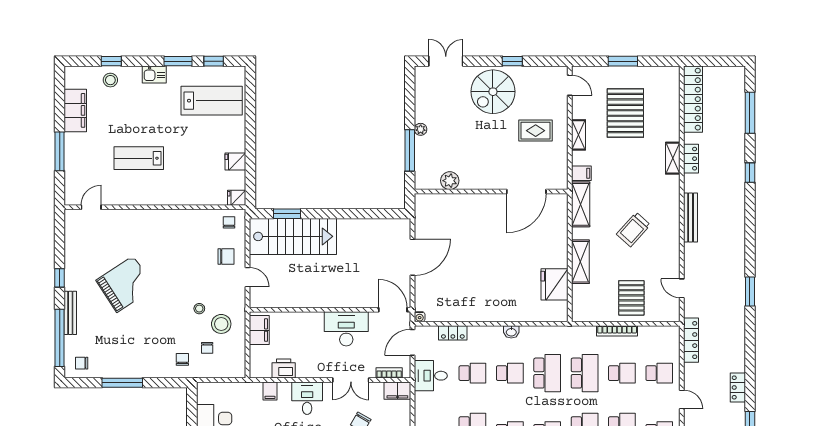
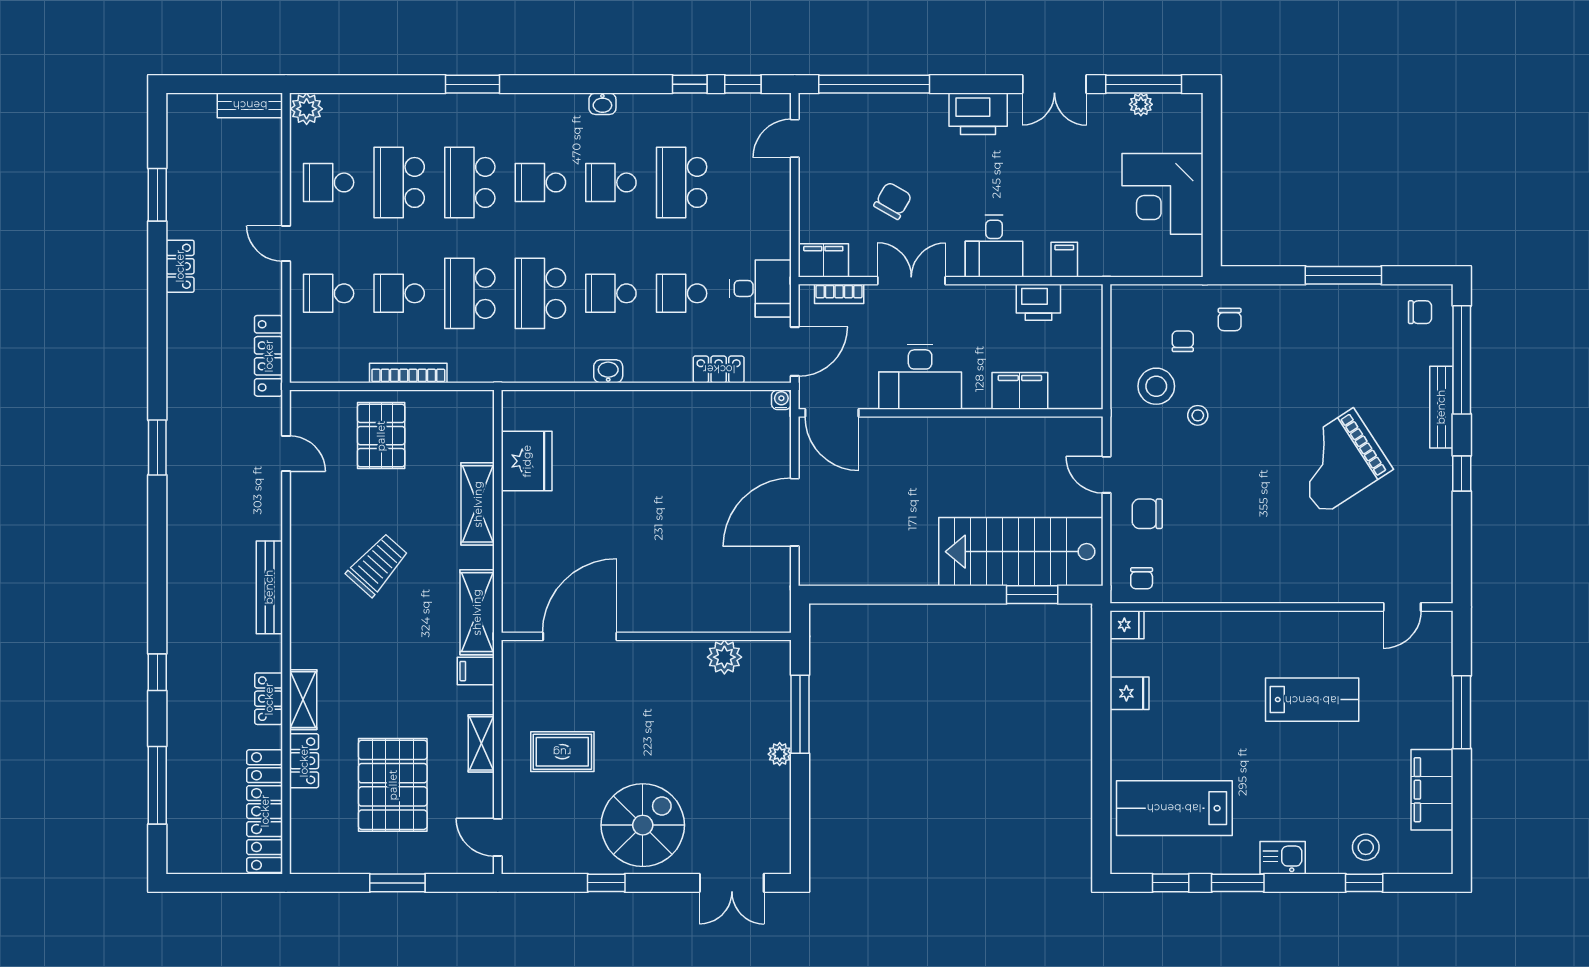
locker: (672, 126) -> (304, 761), added
filing cabinet: (259, 330) -> (1020, 391), moved, turned 90

